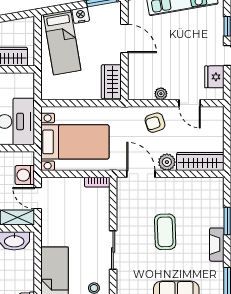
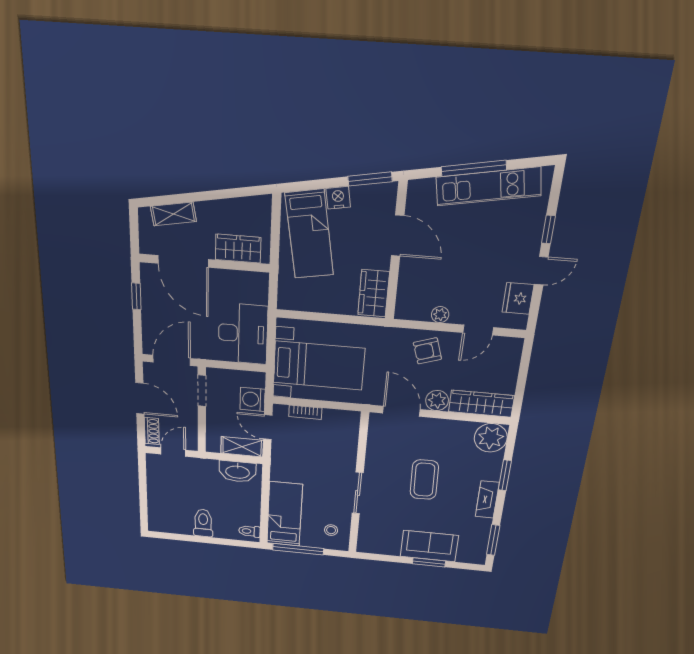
door: (190, 103) -> (478, 330), hinge flipped
bookcase: (97, 182) -> (305, 412), moved
plant: (212, 189) -> (491, 438), added

